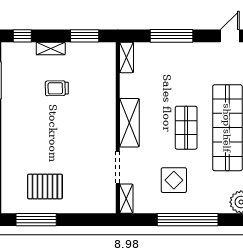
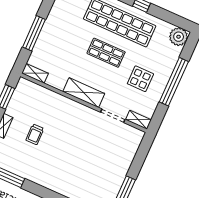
pallet: (45, 187) -> (103, 175), removed

